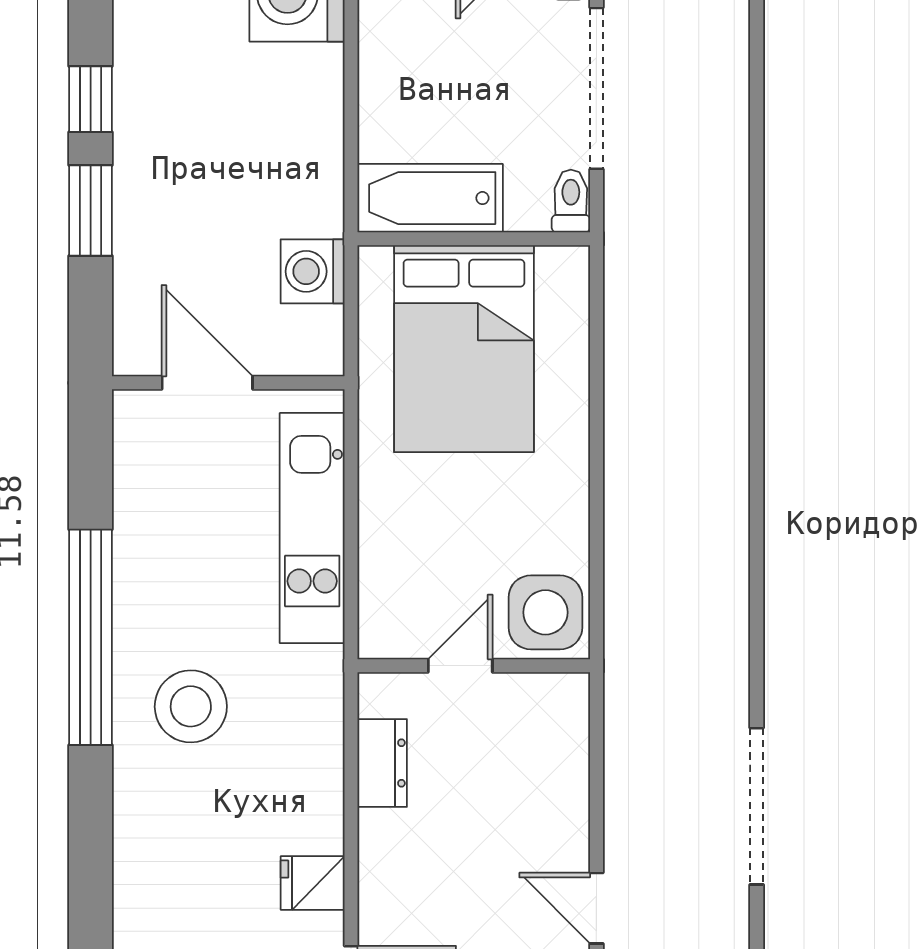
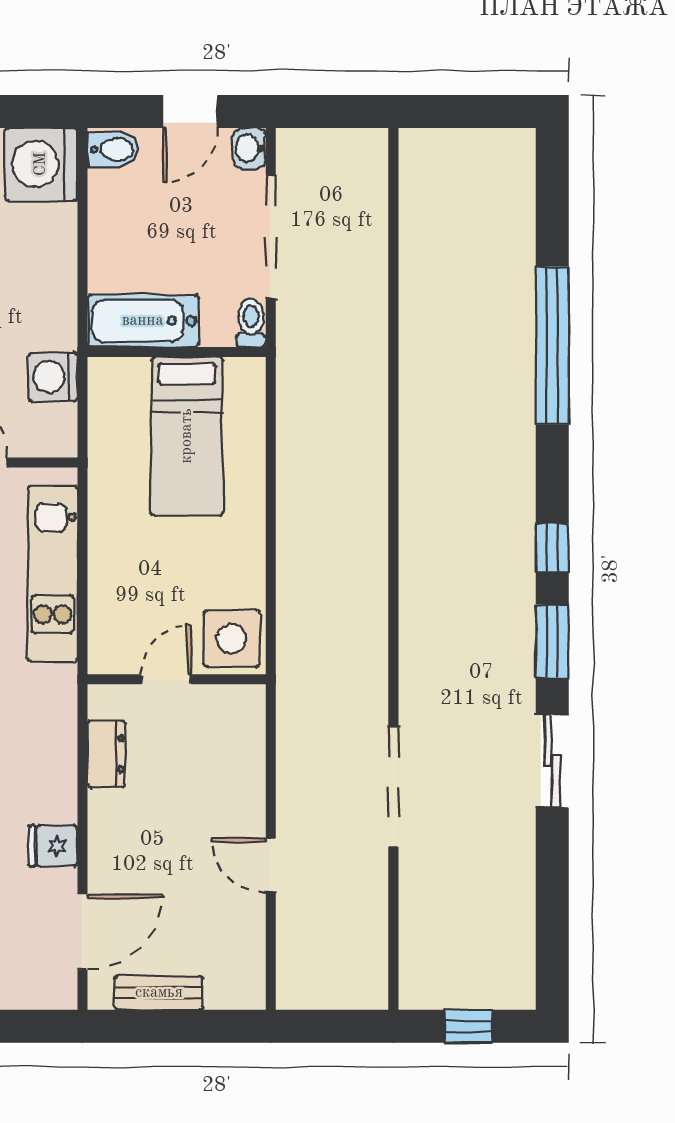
bed: (464, 349) -> (187, 436), width x0.67

